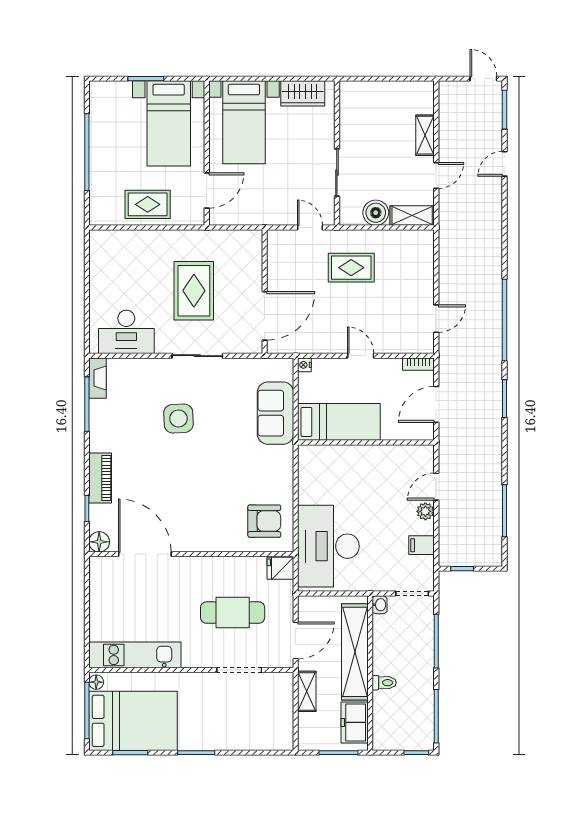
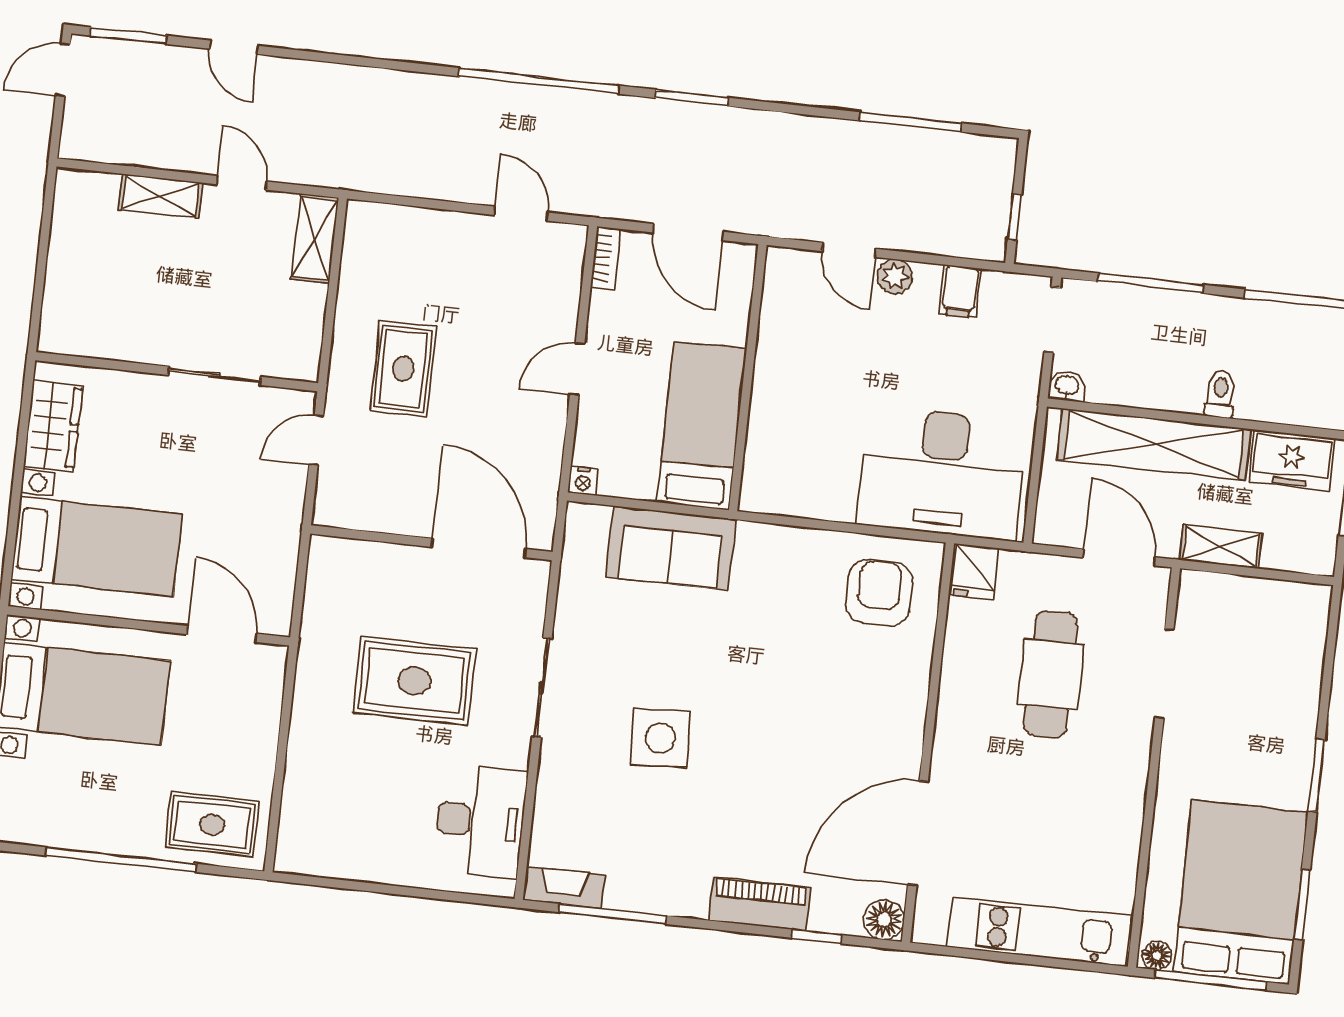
rug: (148, 204) -> (212, 824), moved, turned 90
boiler: (376, 213) -> (301, 309), removed
kitchen unit: (135, 655) -> (1039, 931), moved, turned 90

